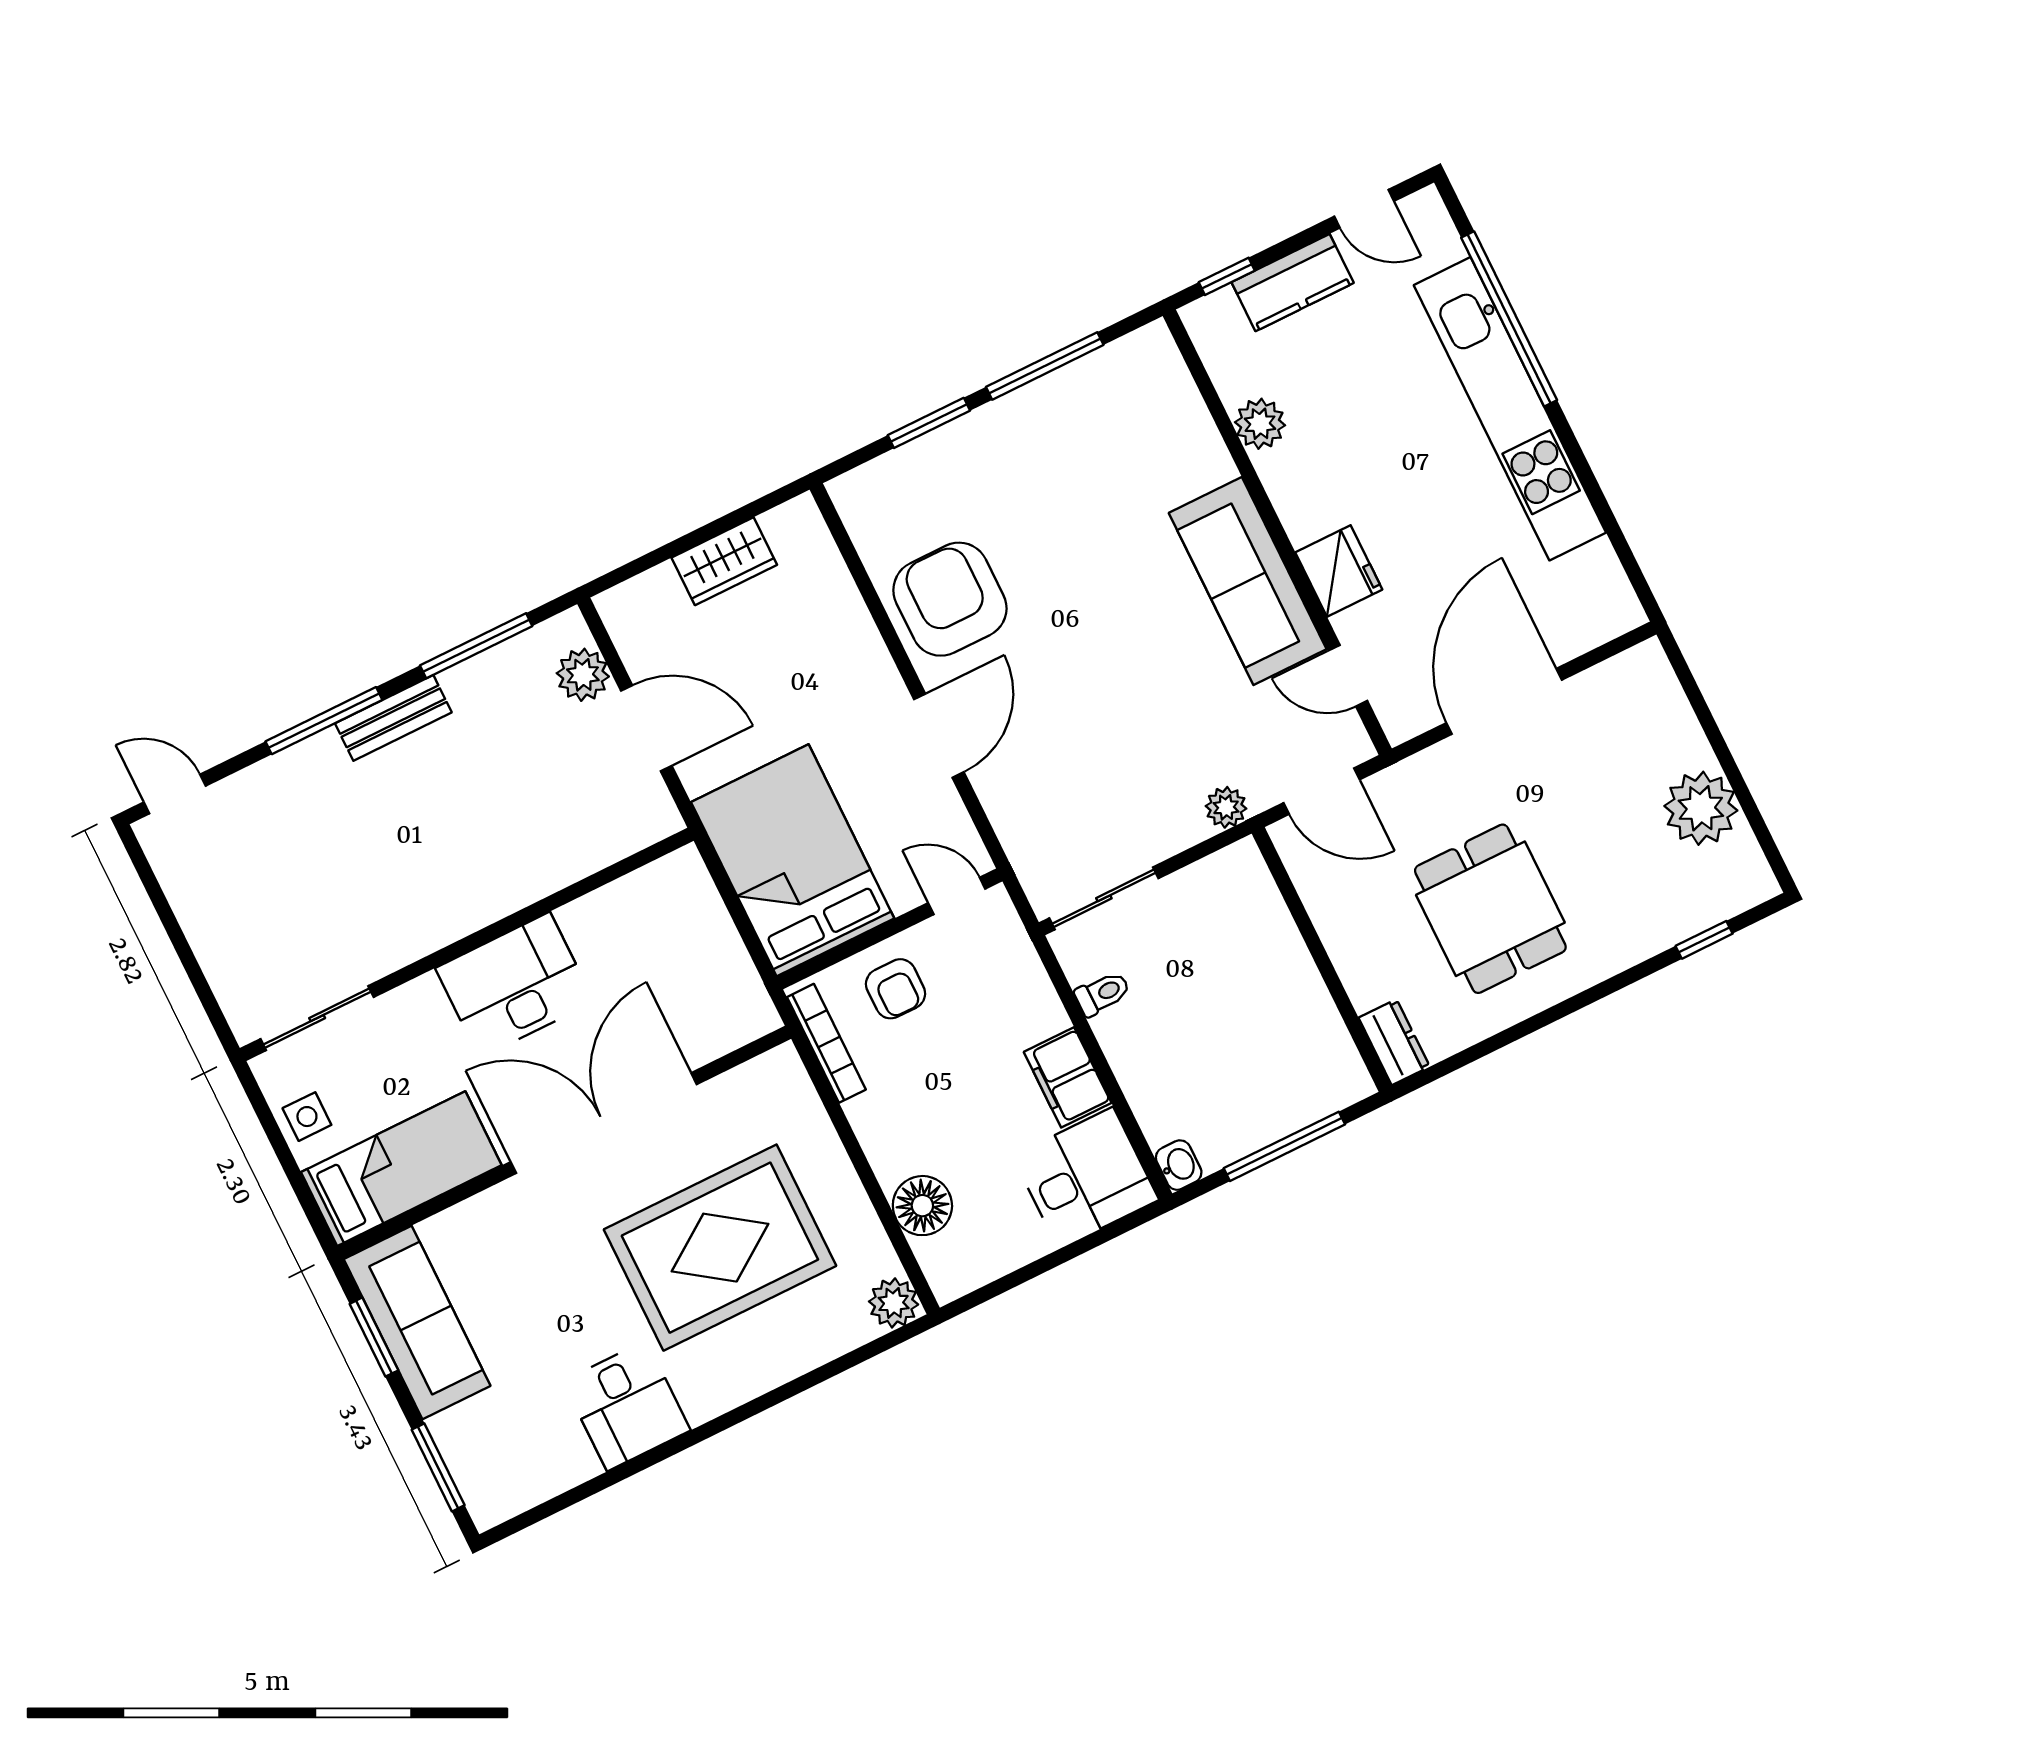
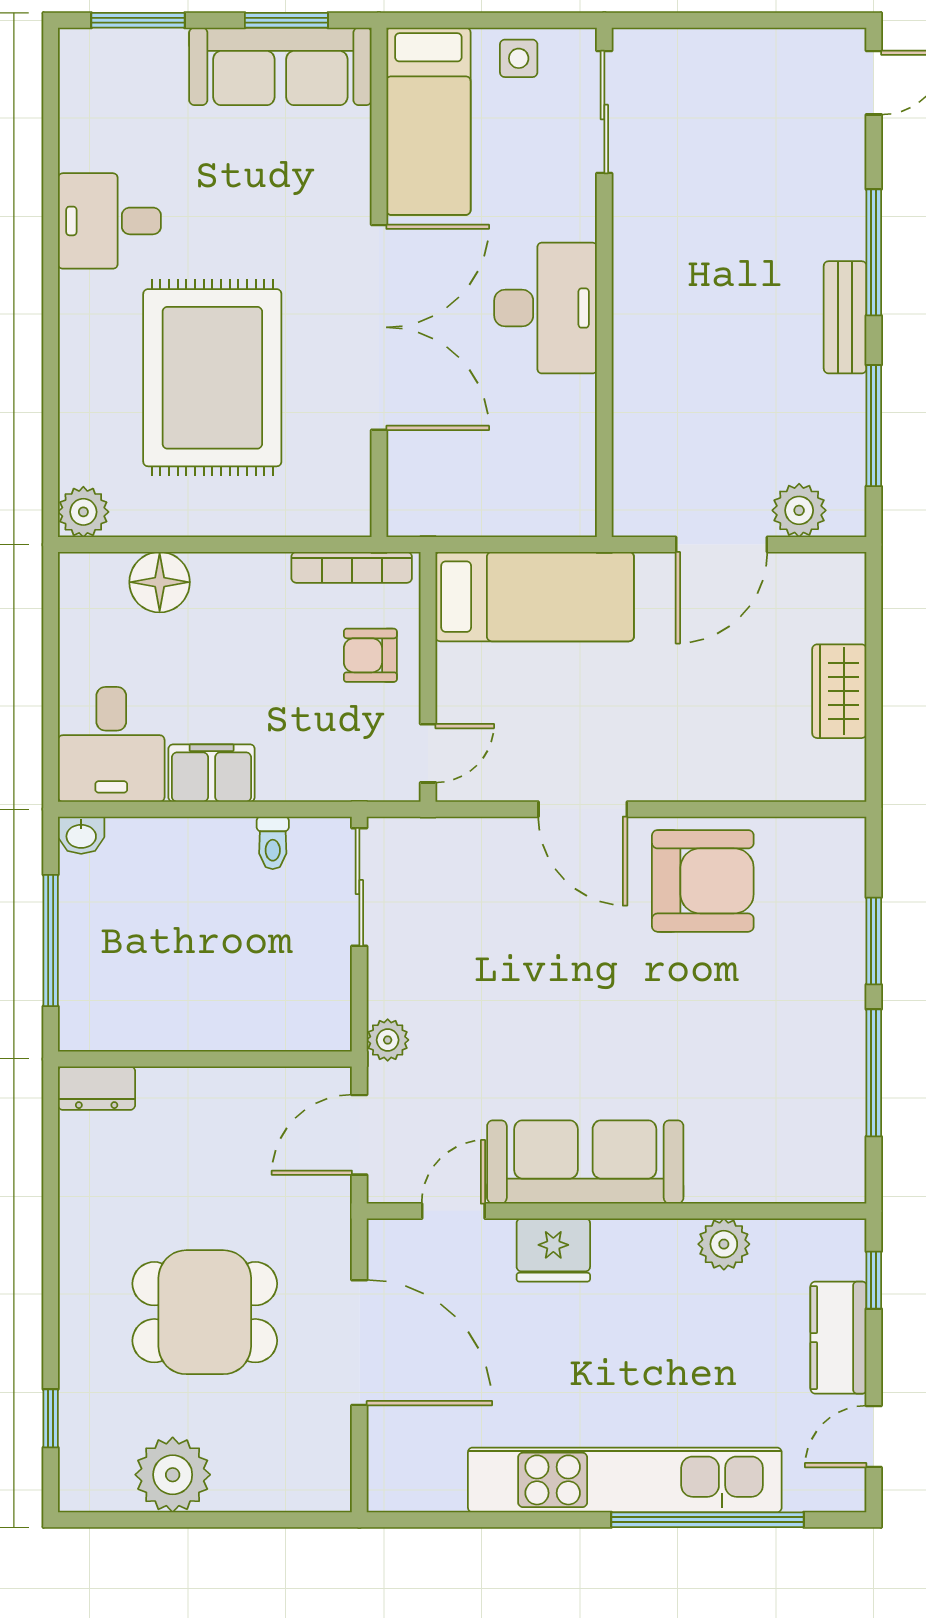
bed: (793, 860) -> (535, 597), width x0.67
dining table: (1490, 909) -> (205, 1312), moved

